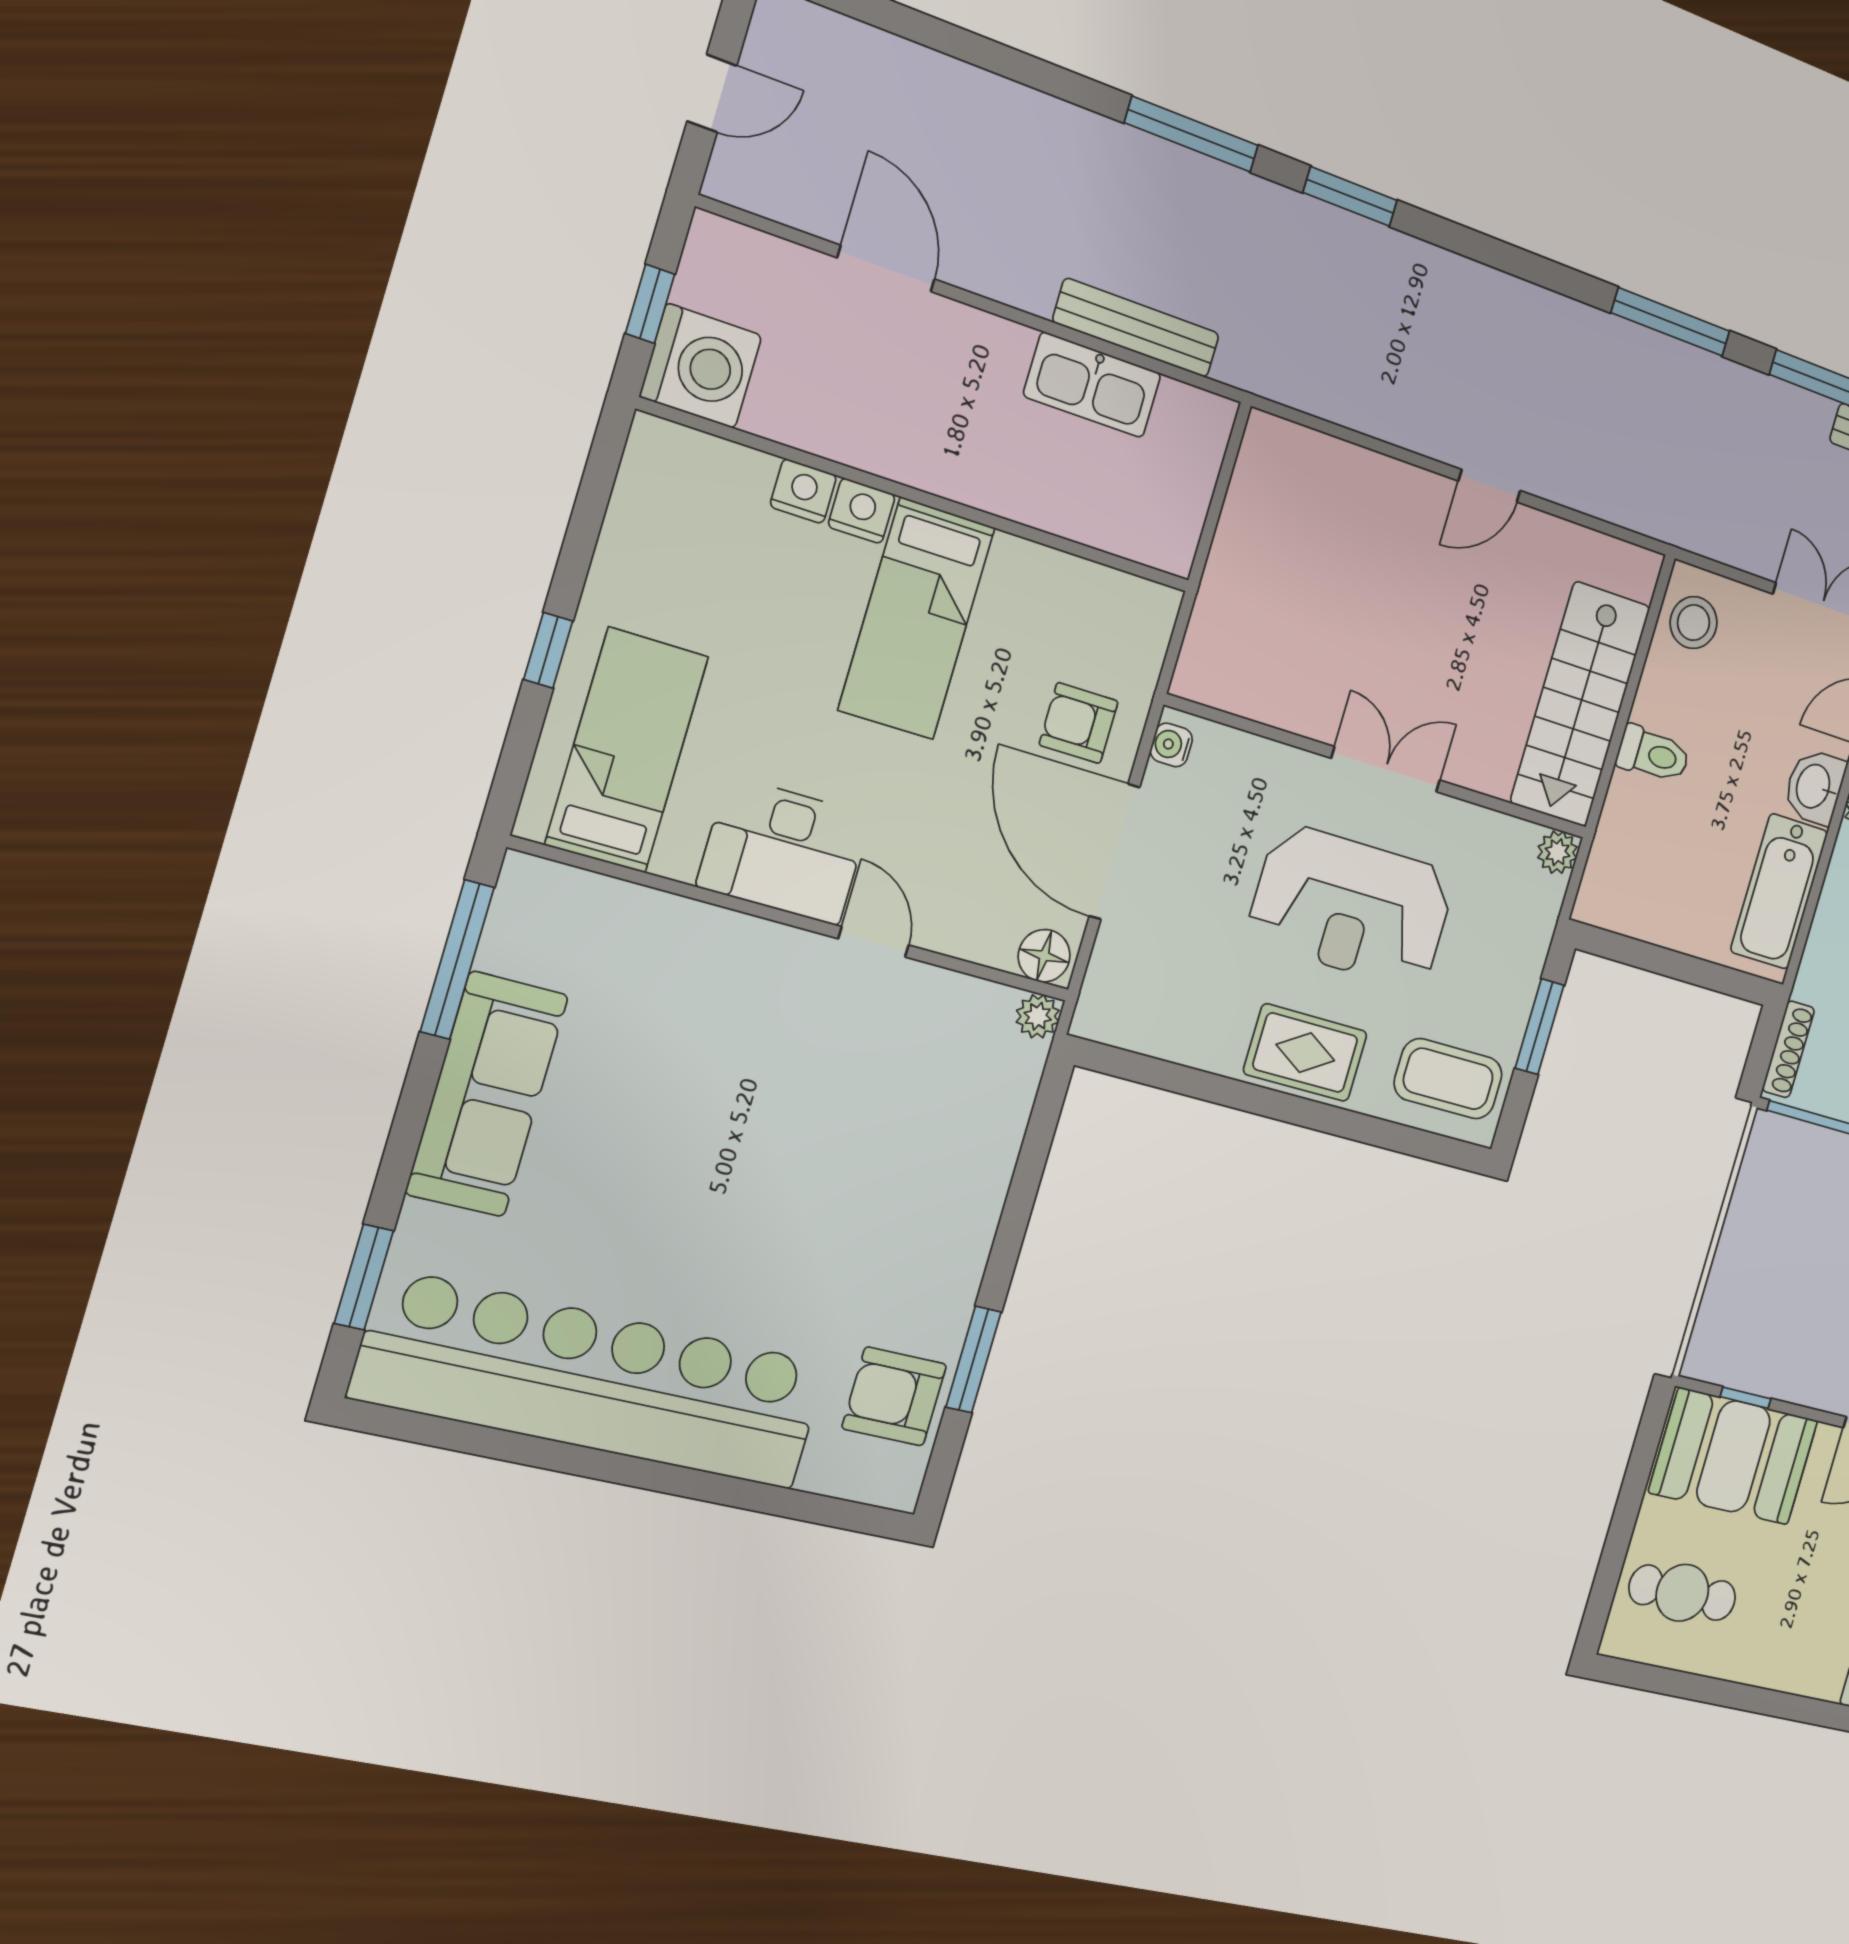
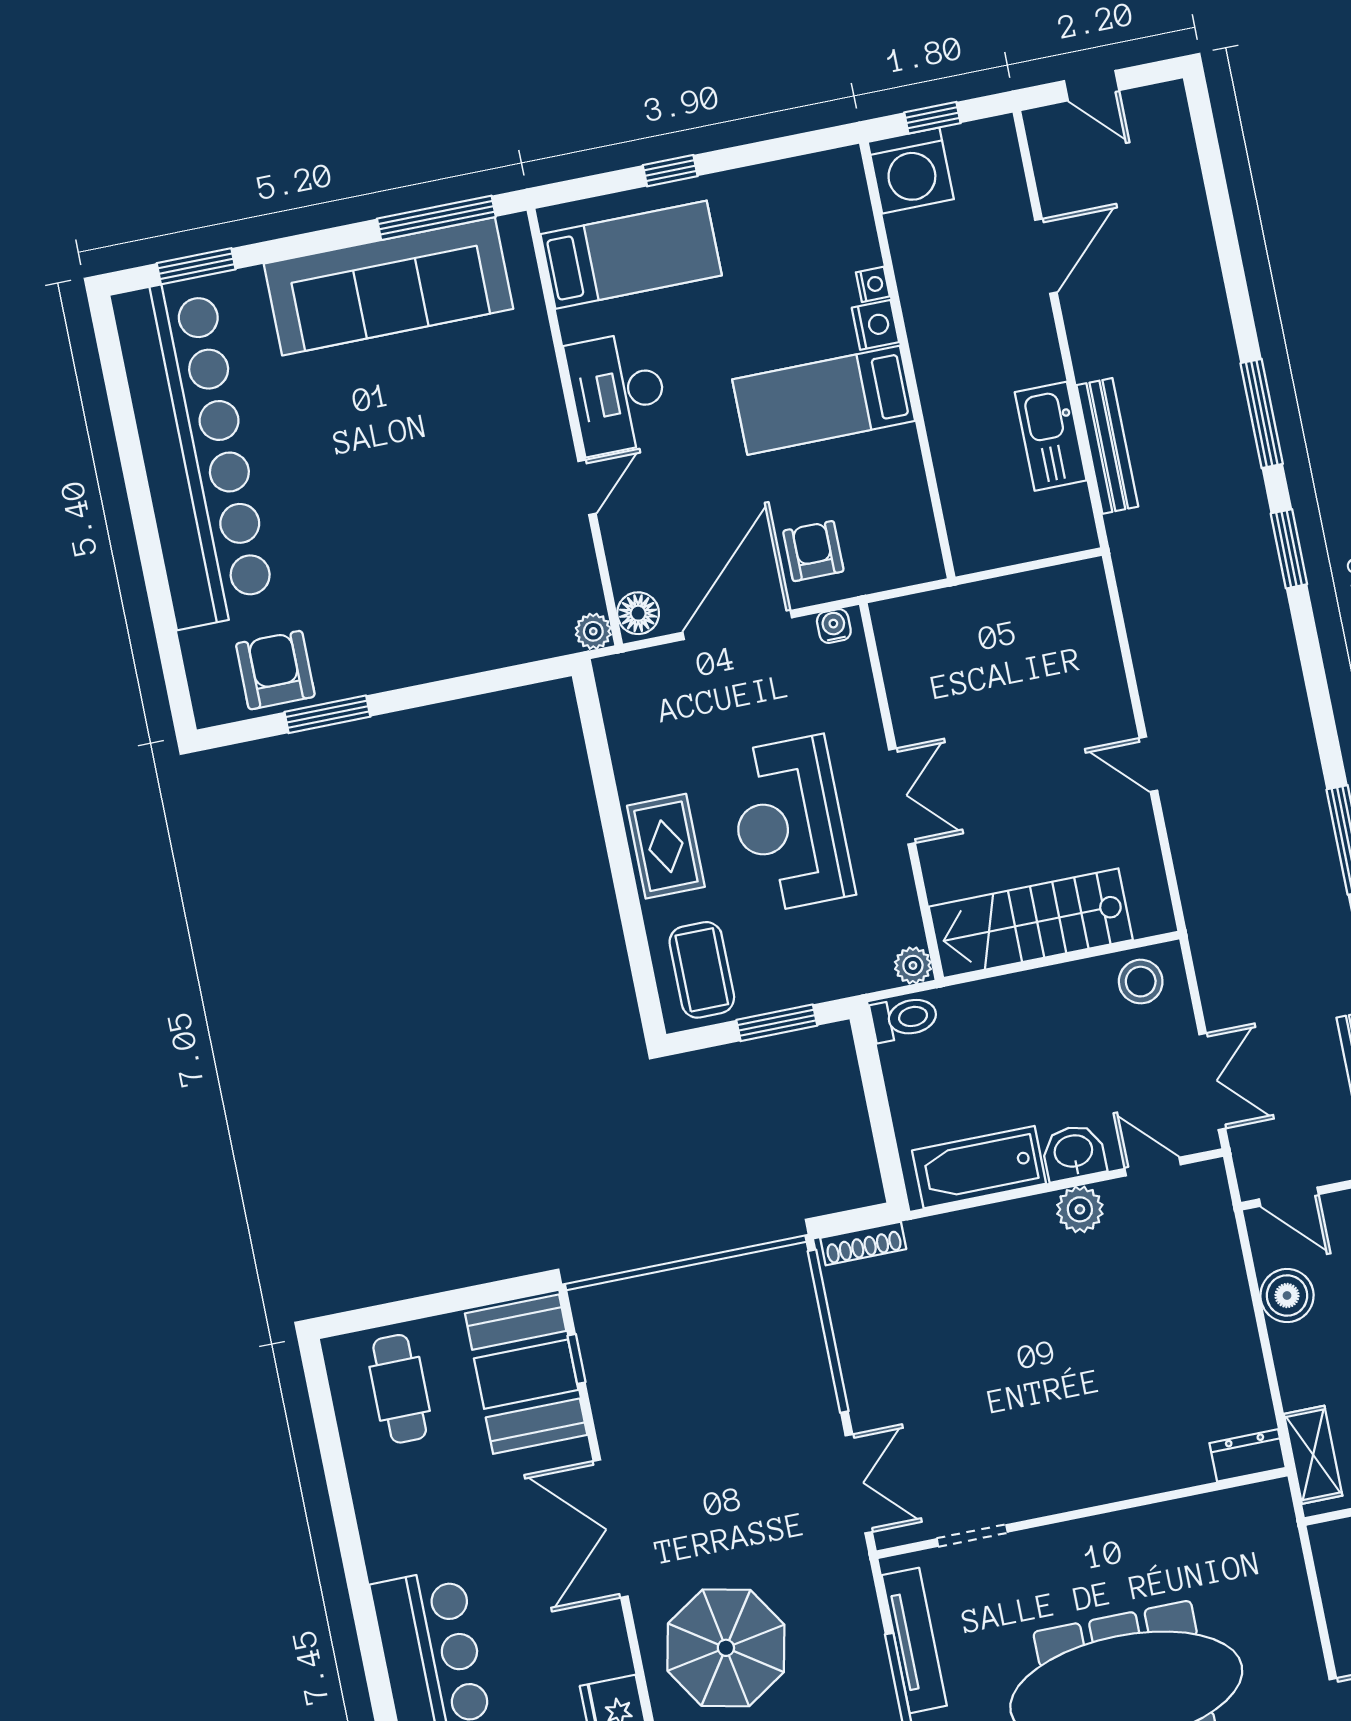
nightstand: (803, 491) -> (873, 284), width x0.72, depth x0.74
toilet: (1653, 754) -> (904, 1018), moved, turned -90
sofa: (487, 1094) -> (388, 286), width x1.36, depth x1.27

